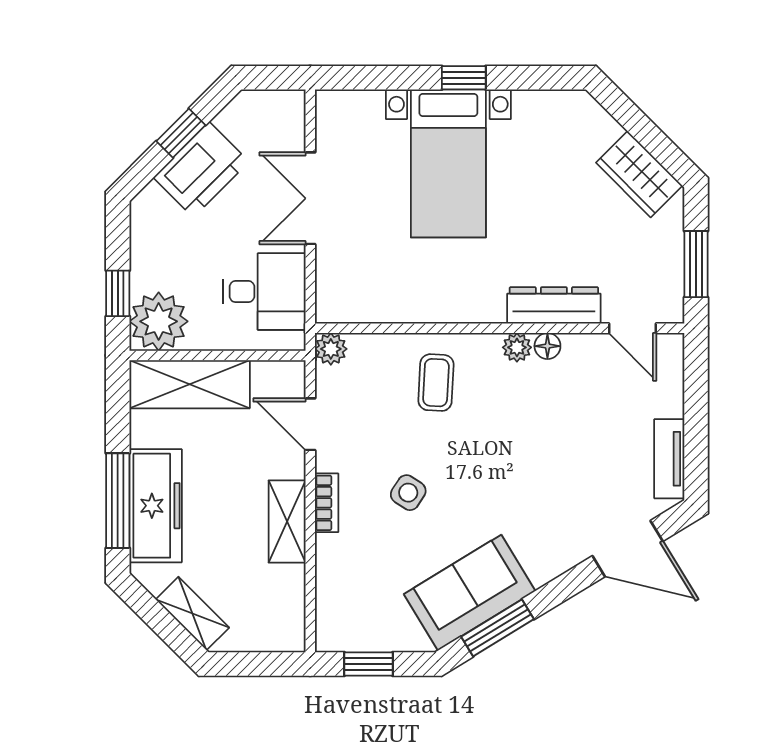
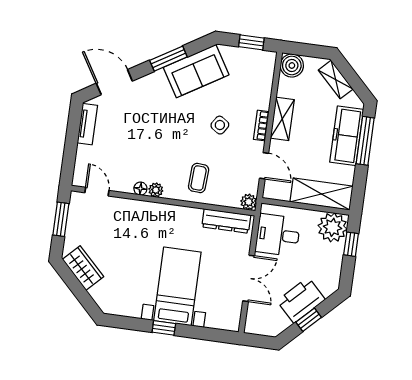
dresser: (554, 305) -> (226, 221), moved
window: (498, 628) -> (168, 59), moved
boiler: (283, 629) -> (292, 65), added

